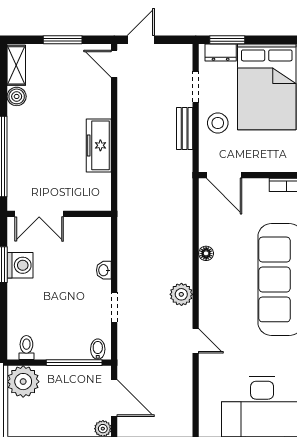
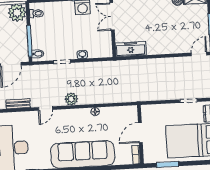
stool: (218, 123) -> (169, 114), removed
bench: (185, 128) -> (18, 104), moved
freezer: (99, 145) -> (131, 49), moved
door: (224, 175) -> (140, 132), moved

